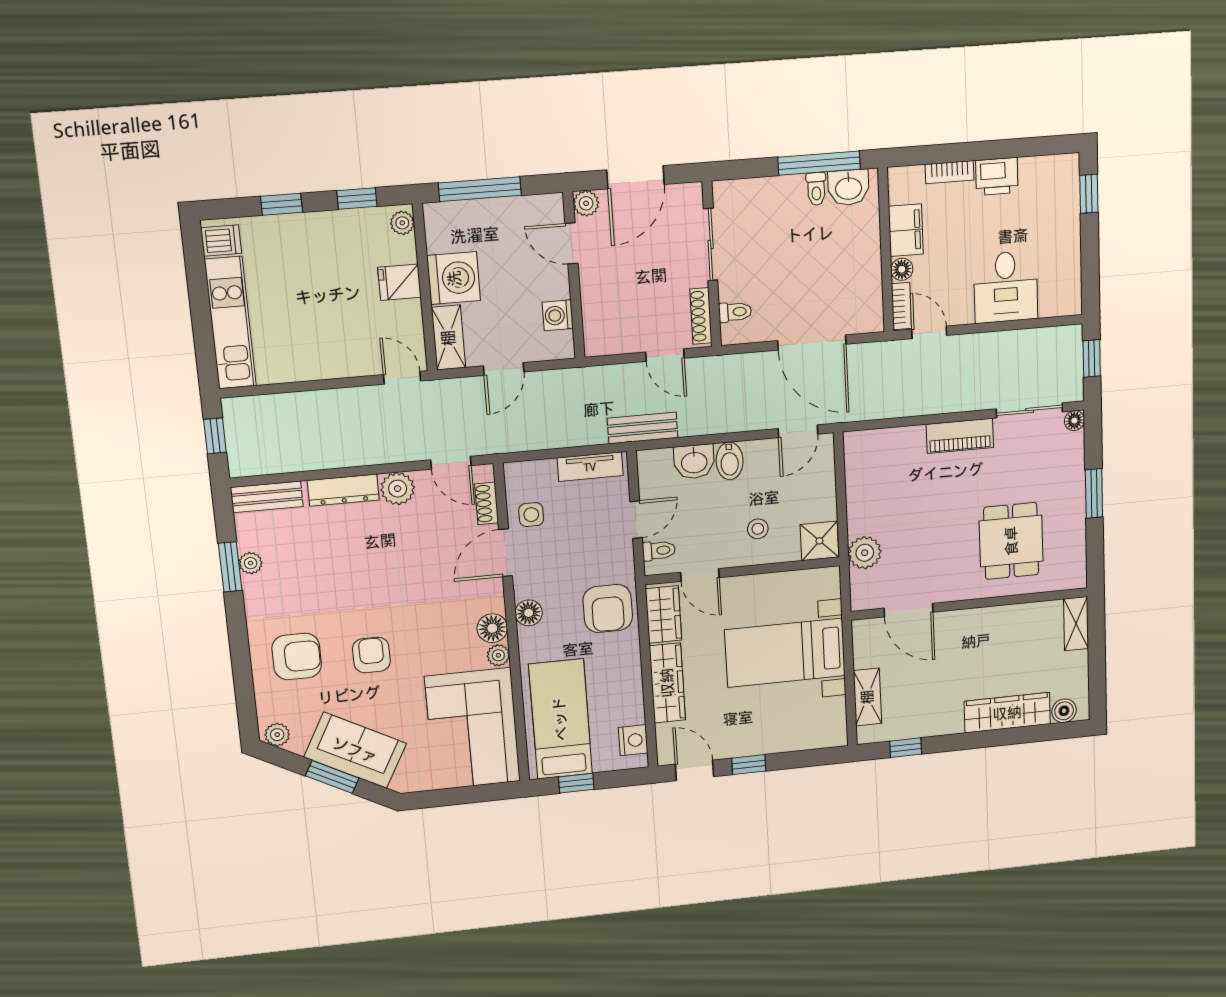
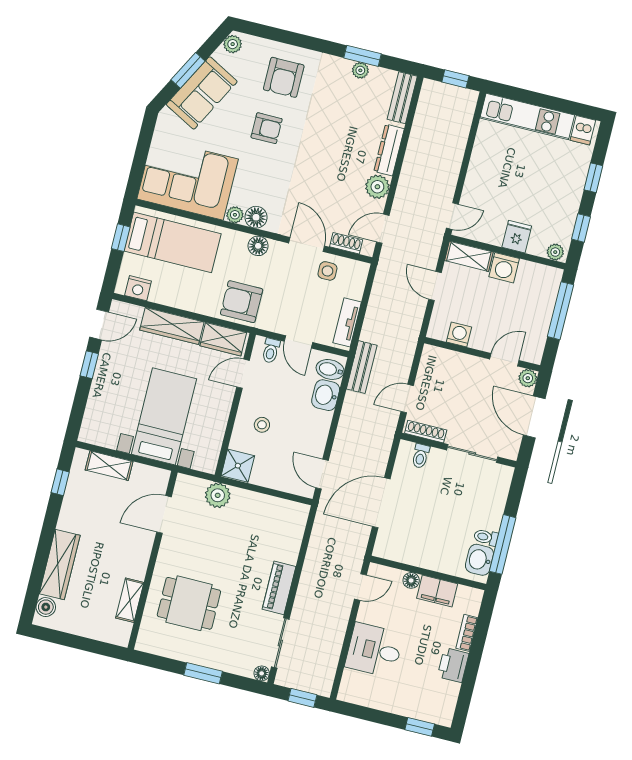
washing machine: (454, 278) -> (504, 268), width x0.73, depth x0.73
bookcase: (901, 306) -> (386, 573), removed
bidet: (730, 461) -> (330, 369), moved
shelving: (1076, 624) -> (130, 600), moved, turned 90

